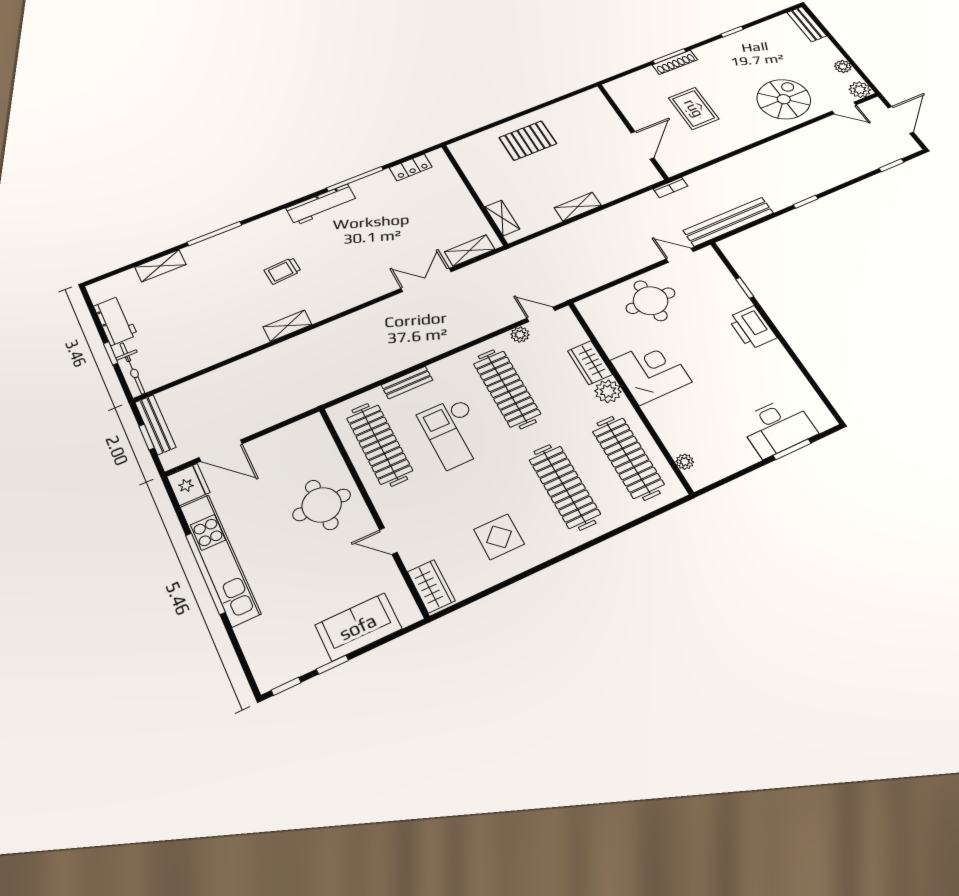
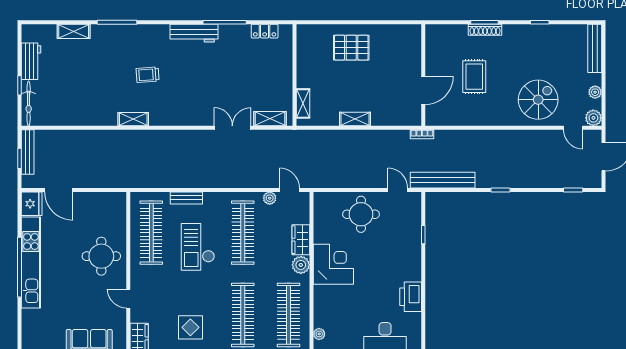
bench: (807, 24) -> (595, 48), width x1.36
printer: (752, 328) -> (411, 297), moved

